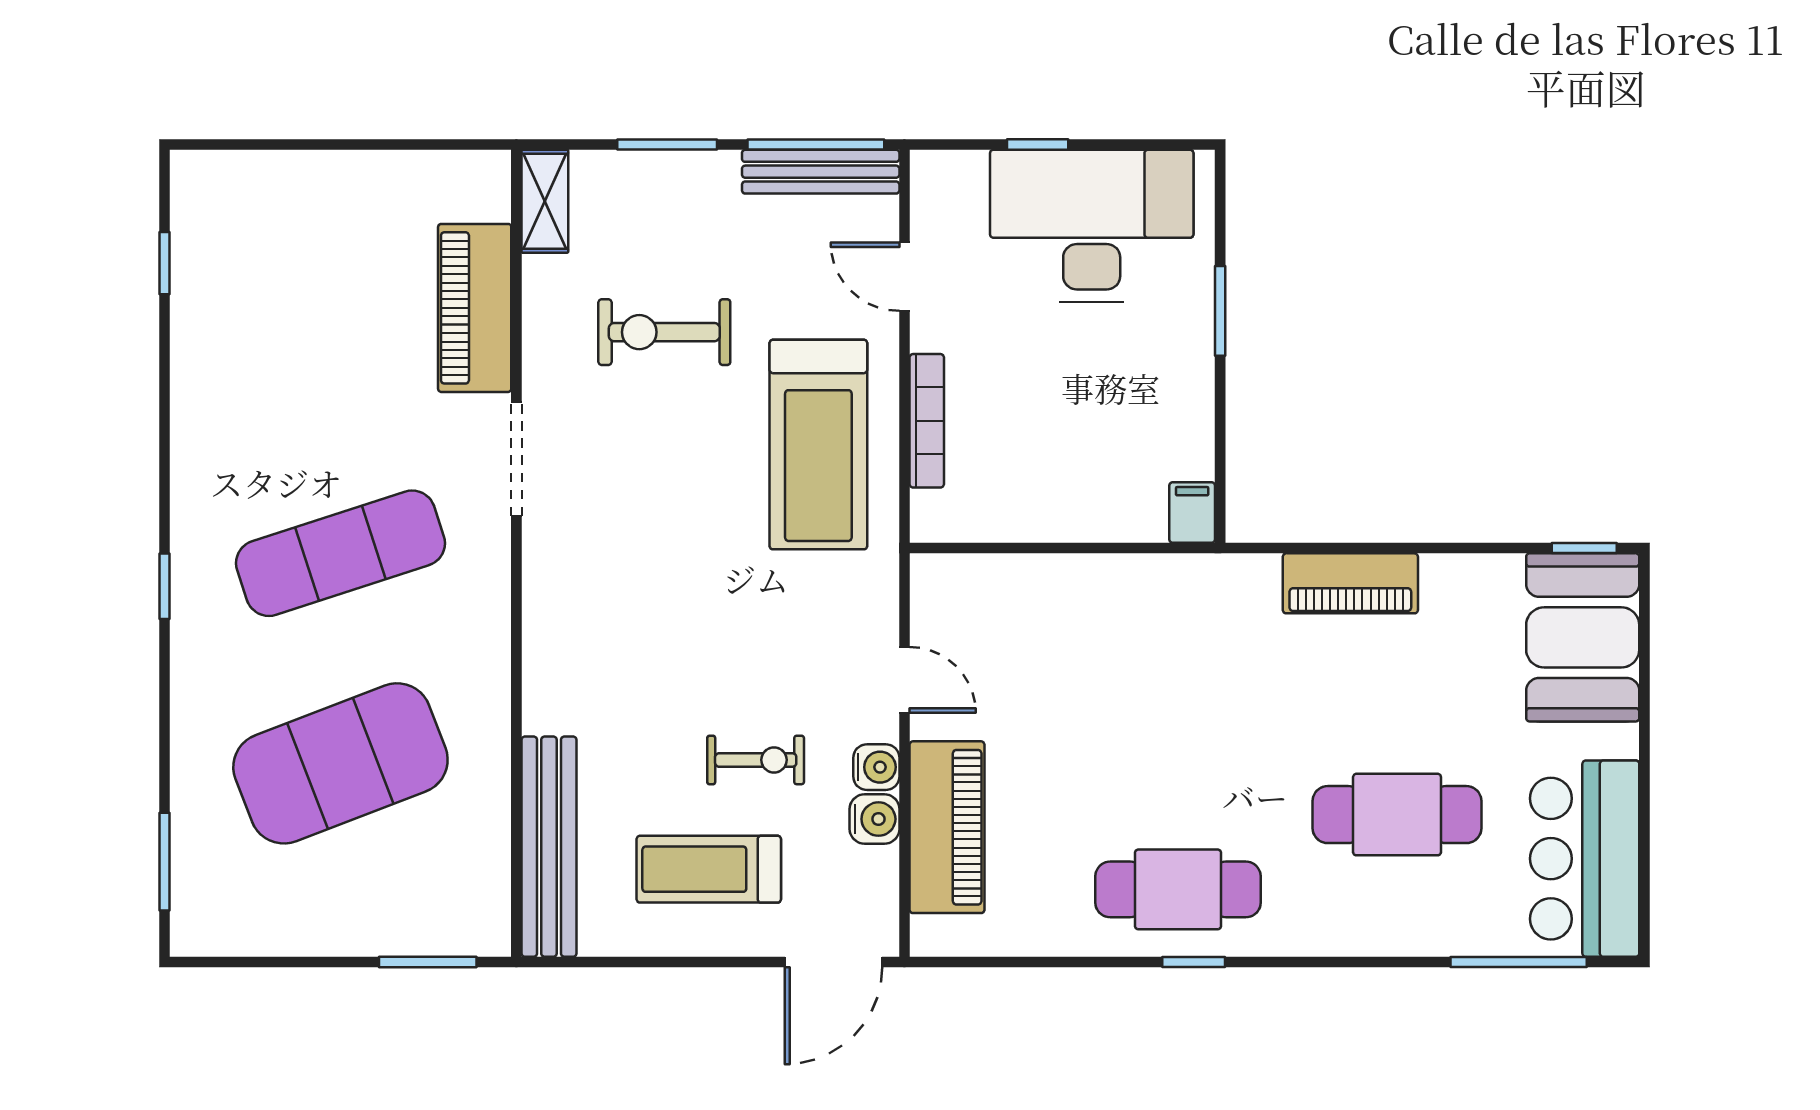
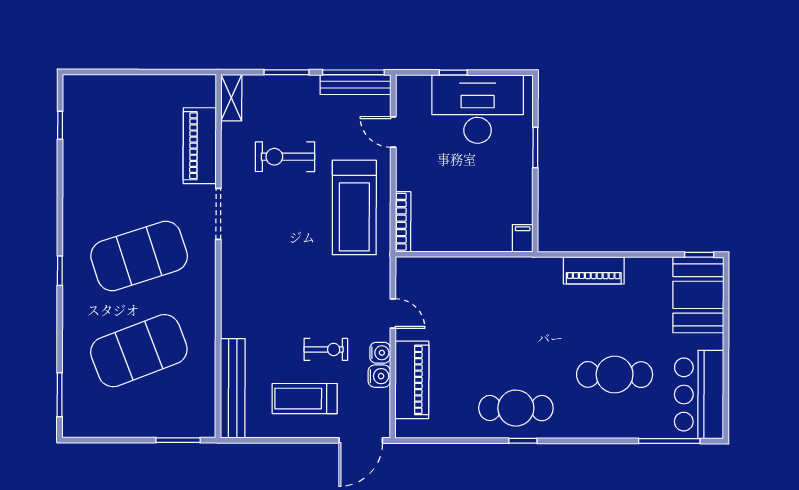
bookcase: (927, 421) -> (403, 222), moved
exercise mat: (340, 553) -> (139, 256), width x1.47

